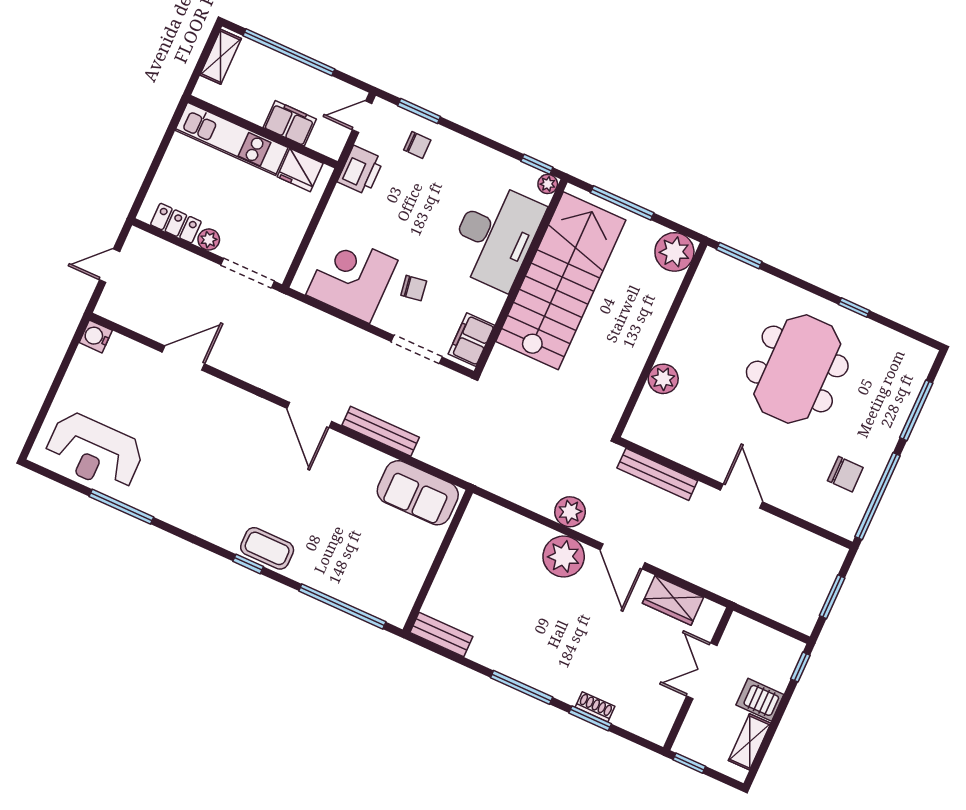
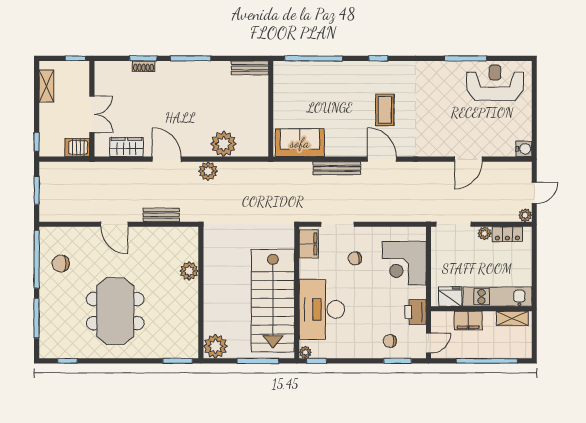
shelving: (221, 57) -> (512, 318), moved, turned 90
plant: (137, 239) -> (525, 215), added
corner desk: (352, 278) -> (404, 263), moved, turned 90
window: (854, 307) -> (67, 361), moved
bench: (657, 474) -> (161, 215), width x0.73
coffee table: (267, 548) -> (385, 110), moved, turned 90
plant: (564, 557) -> (224, 144), moved
server rack: (760, 700) -> (77, 147), moved, turned 180

